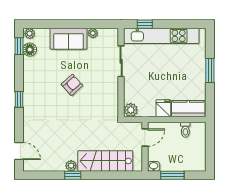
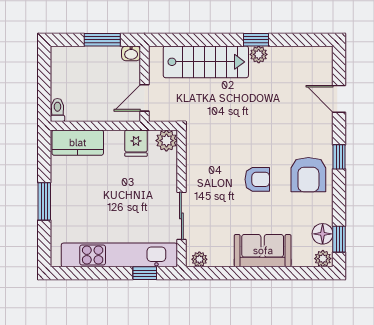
plant: (93, 33) -> (199, 259), moved
armchair: (72, 85) -> (257, 179), turned -138
armchair: (39, 88) -> (308, 175), added
fridge: (163, 108) -> (136, 143), moved
toilet: (185, 130) -> (57, 110), moved
door: (19, 151) -> (339, 99), moved

